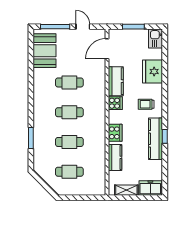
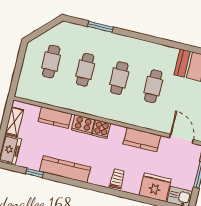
fridge: (153, 71) -> (155, 187), moved
cooker: (115, 103) -> (101, 129), moved
trolley: (146, 104) -> (117, 179), moved
window: (165, 136) -> (35, 173), moved

